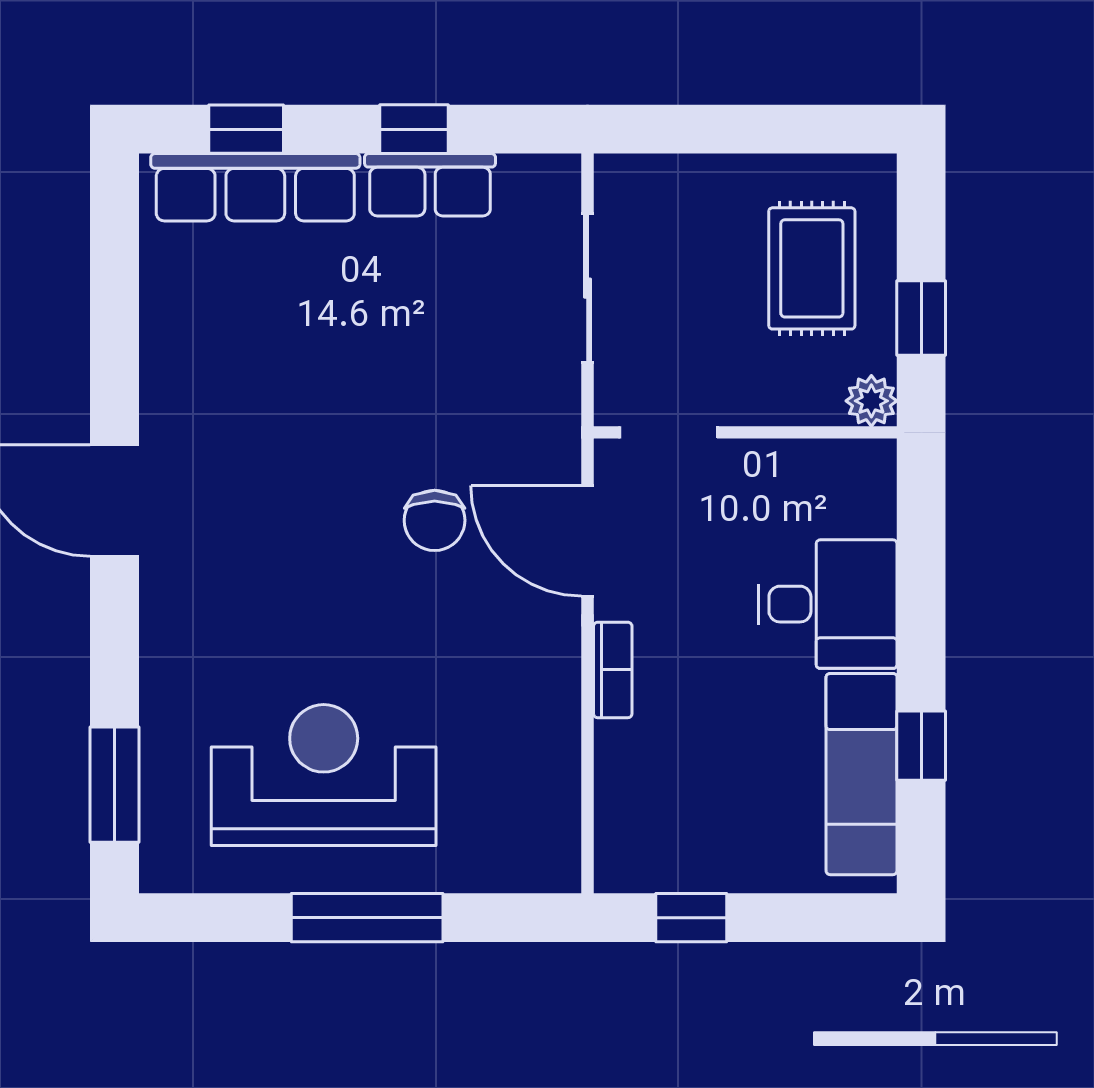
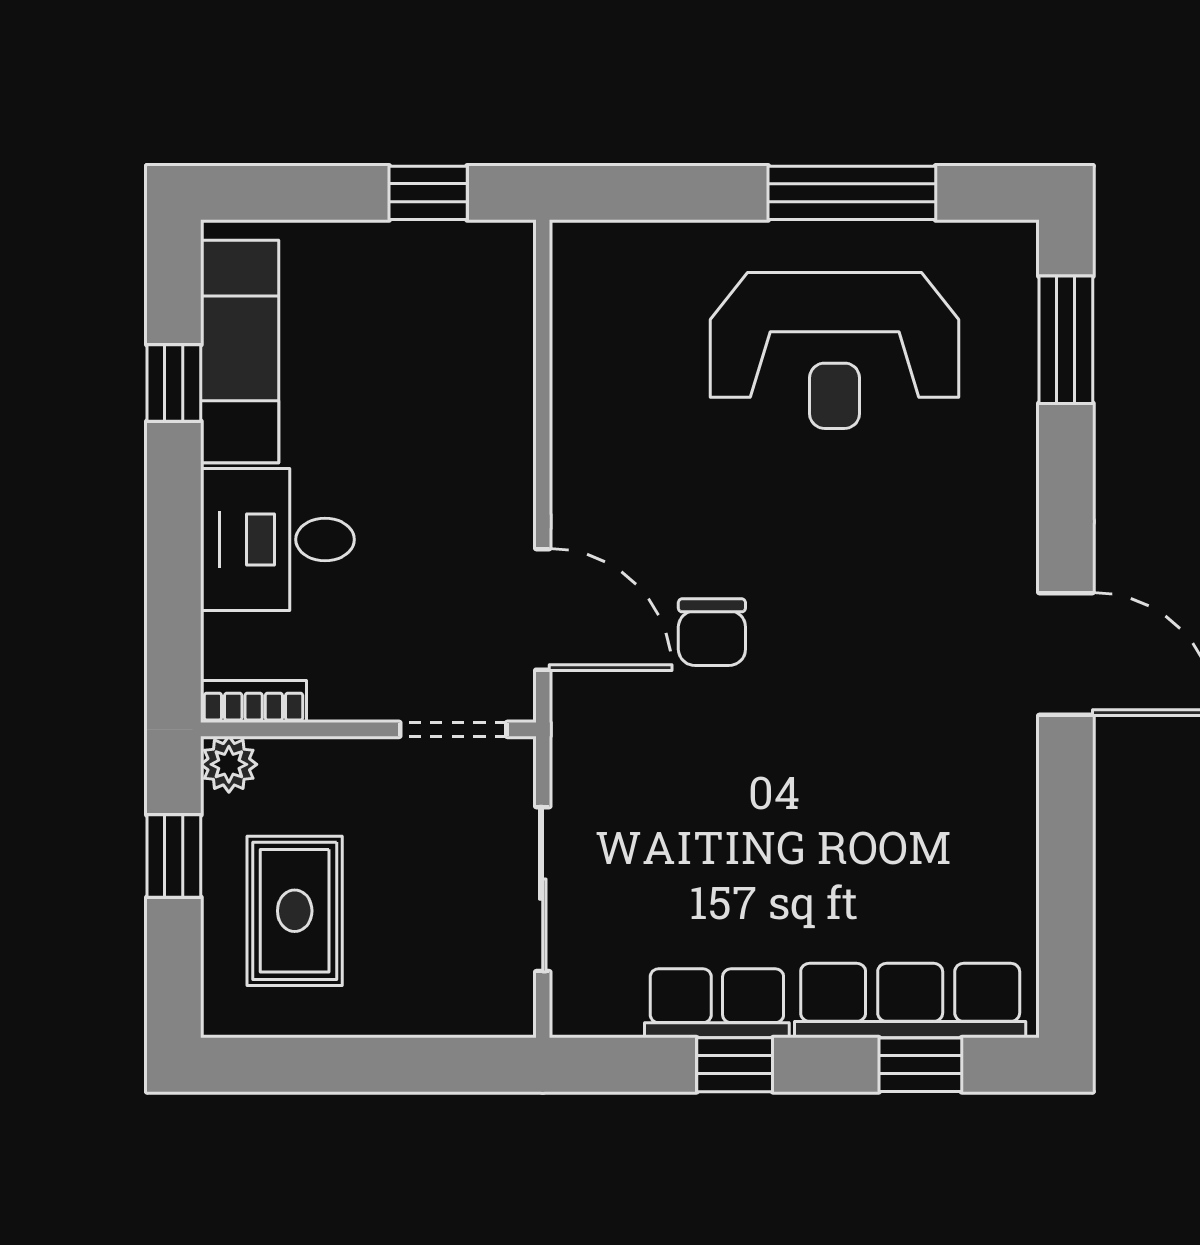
chair: (435, 520) -> (712, 632), turned 180
bookcase: (613, 670) -> (254, 702), moved, turned 90
window: (367, 918) -> (852, 193), moved

